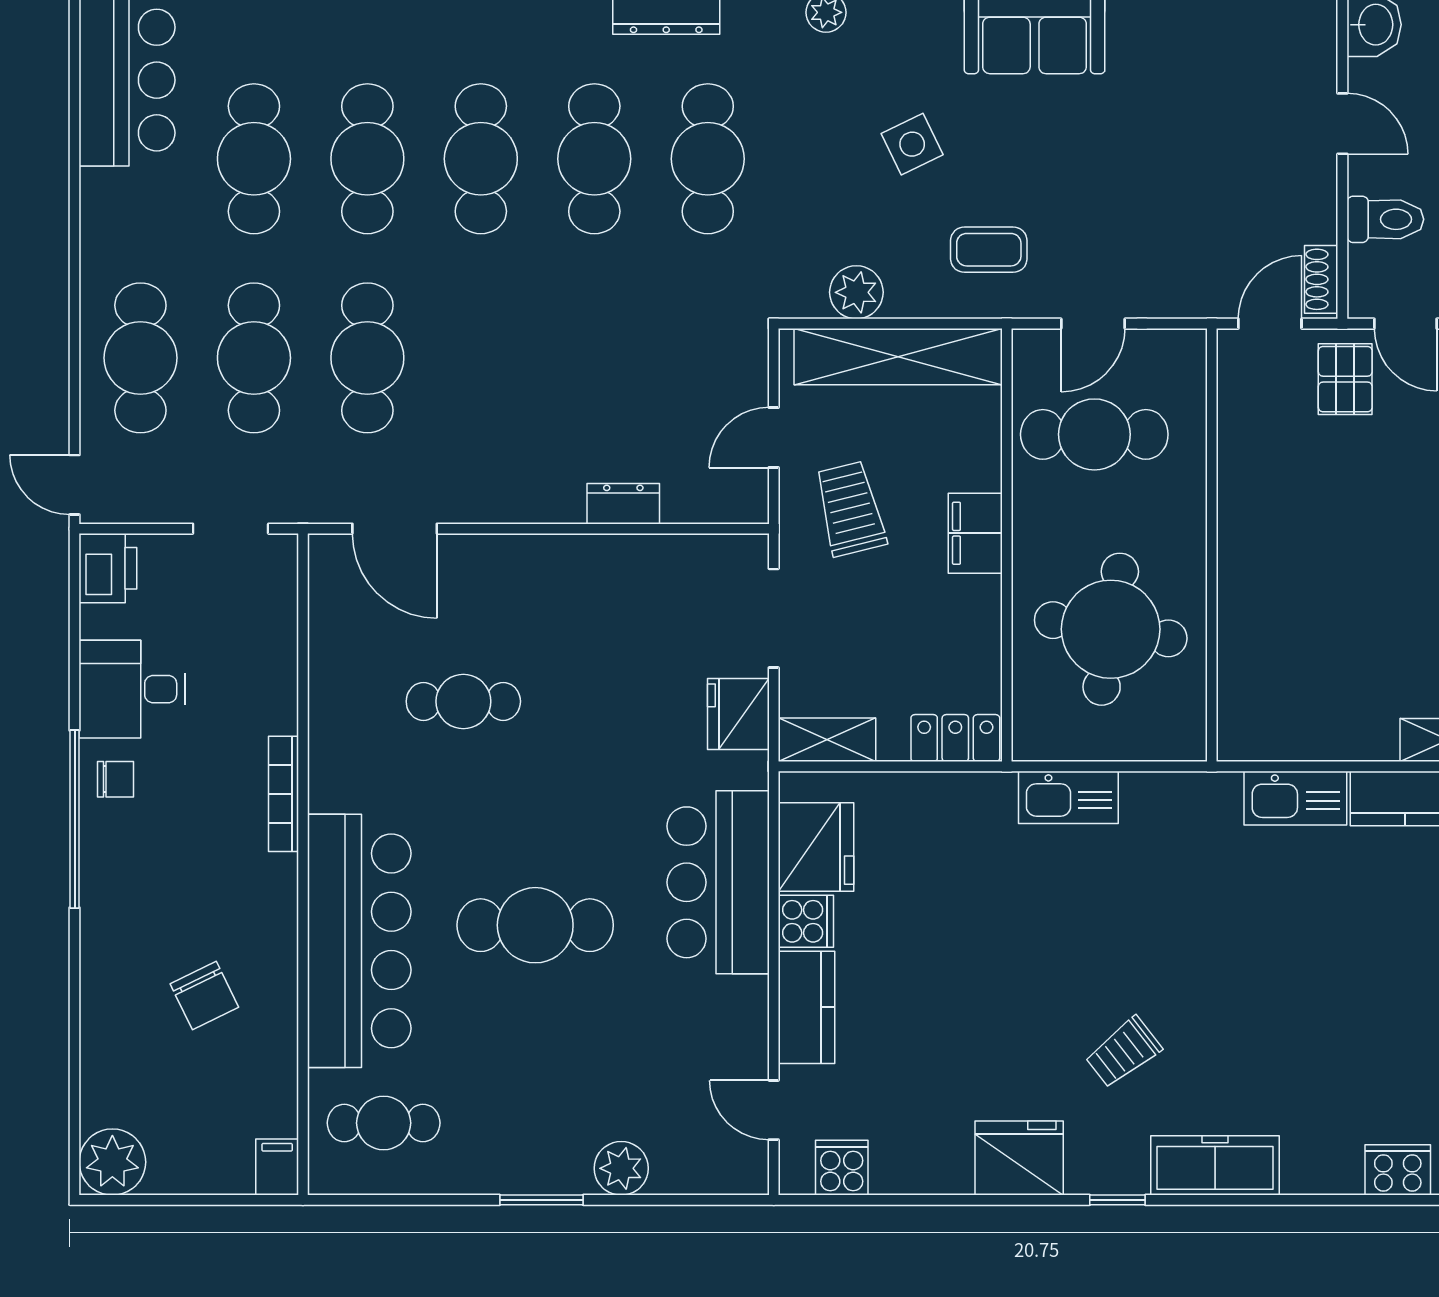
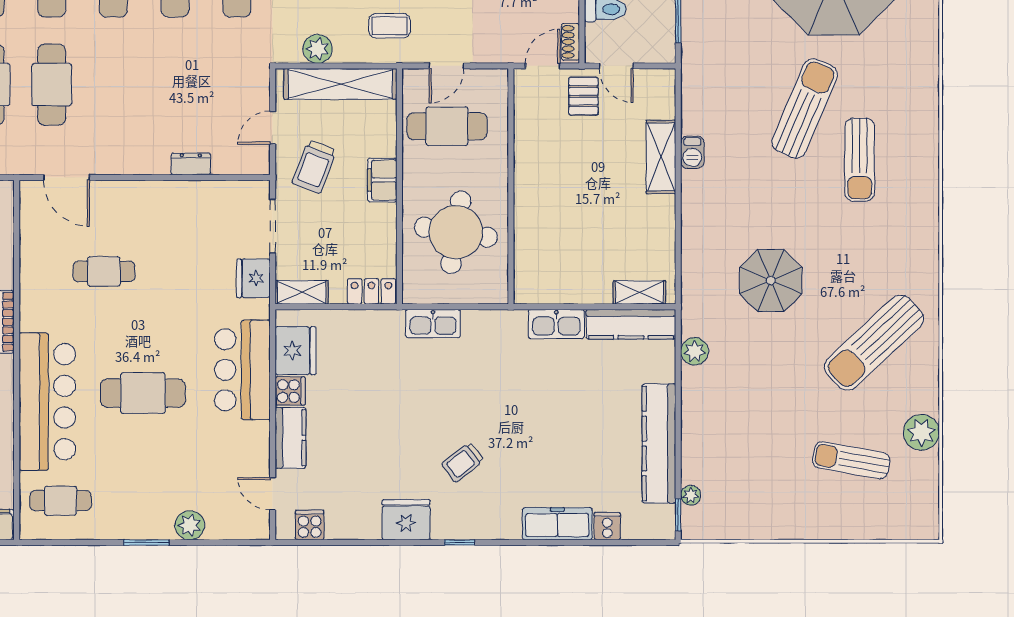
trolley: (850, 509) -> (314, 167), turned -145
freezer: (1215, 1165) -> (557, 524), moved
cooker: (1398, 1170) -> (607, 526), width x0.73

